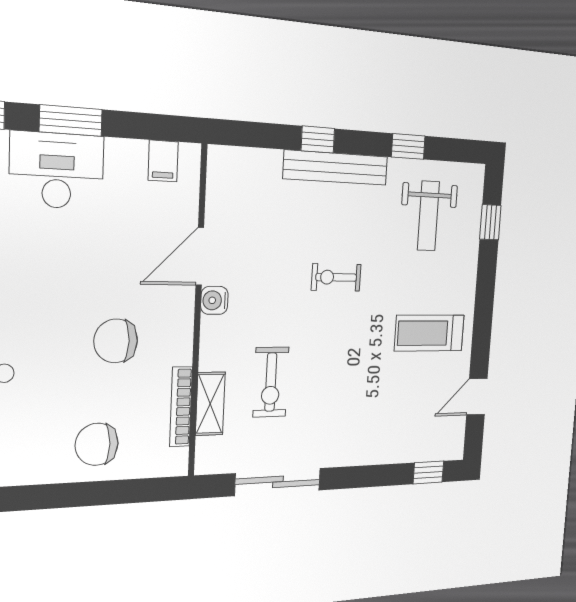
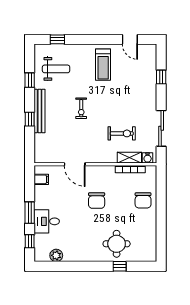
desk: (57, 171) -> (47, 221), width x0.73
water cooler: (214, 300) -> (148, 158), moved
chair: (116, 341) -> (97, 201), moved
window: (428, 472) -> (161, 77), moved

